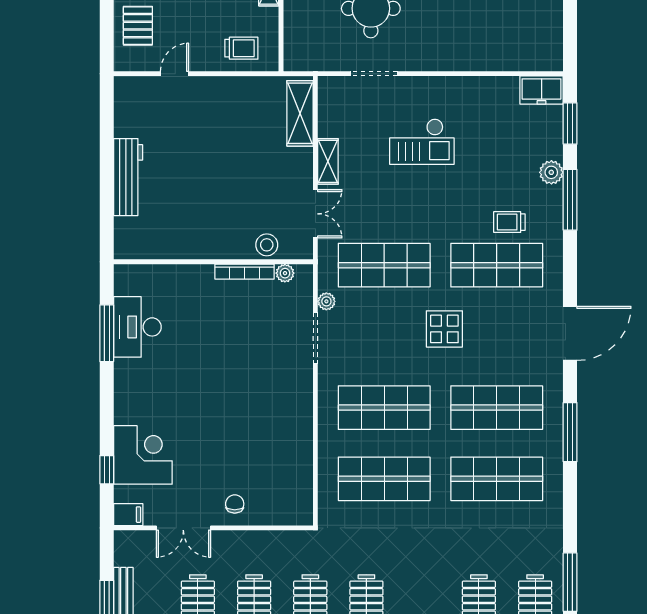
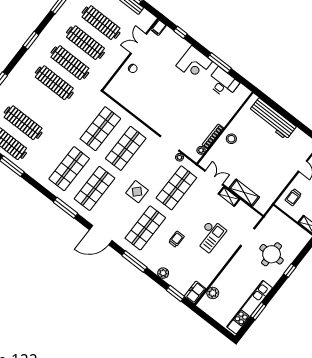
plant: (519, 58) -> (213, 293), added
shelving: (300, 113) -> (244, 193), moved
checkout: (422, 142) -> (210, 236), turned 180
workbench: (128, 177) -> (273, 119), width x1.36, depth x1.32
window: (570, 200) -> (134, 261), moved
double door: (315, 214) -> (214, 178), swing flipped
trolley: (509, 222) -> (176, 239), moved
stool: (267, 245) -> (231, 139), moved
window: (107, 333) -> (220, 63), moved
door: (570, 333) -> (101, 235), hinge flipped
corner desk: (143, 455) -> (194, 64), moved

